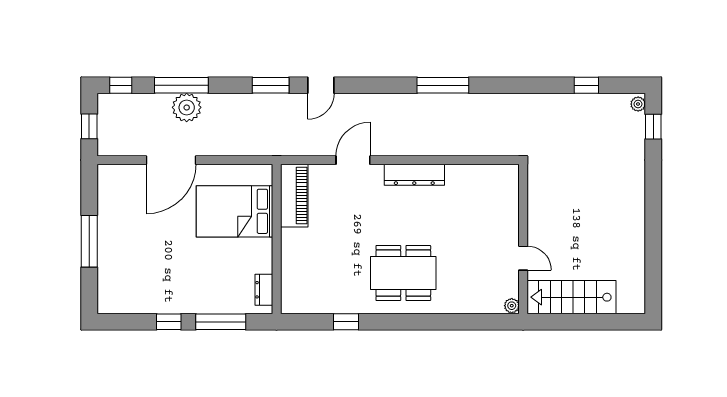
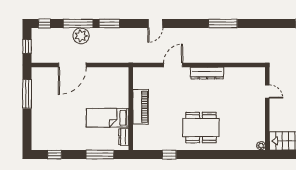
window: (271, 85) -> (109, 24), moved
piano: (294, 196) -> (141, 107), moved
bed: (235, 211) -> (108, 118), moved, width x0.67
window: (89, 241) -> (27, 94), moved
door: (523, 258) -> (267, 91), moved
window: (169, 322) -> (55, 155), moved

